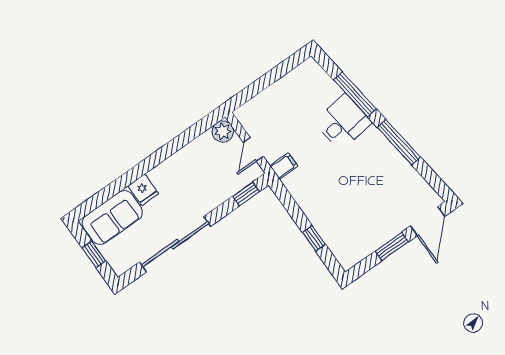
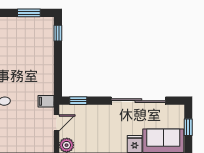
window: (314, 238) -> (58, 33), moved
window: (392, 246) -> (29, 13), moved

